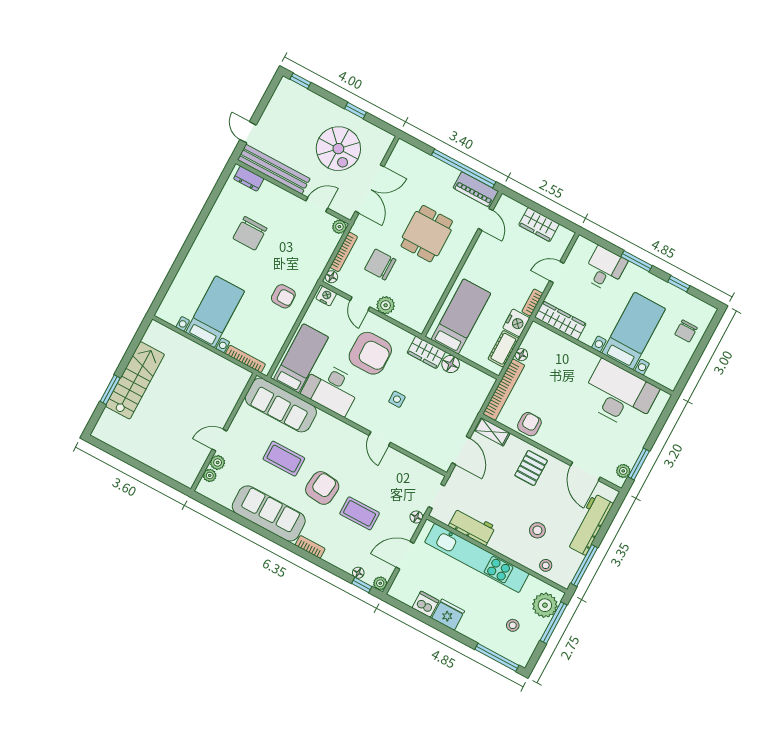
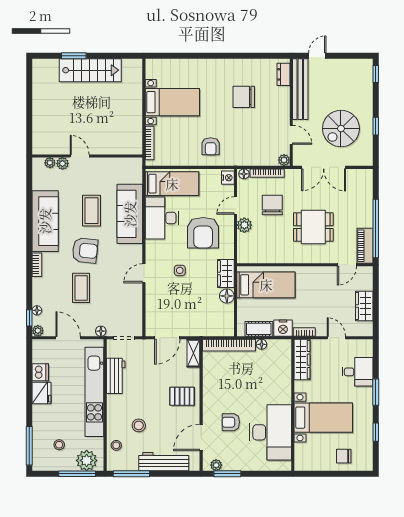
sofa: (281, 405) -> (130, 214), moved
armchair: (529, 424) -> (231, 422), moved, turned 180

